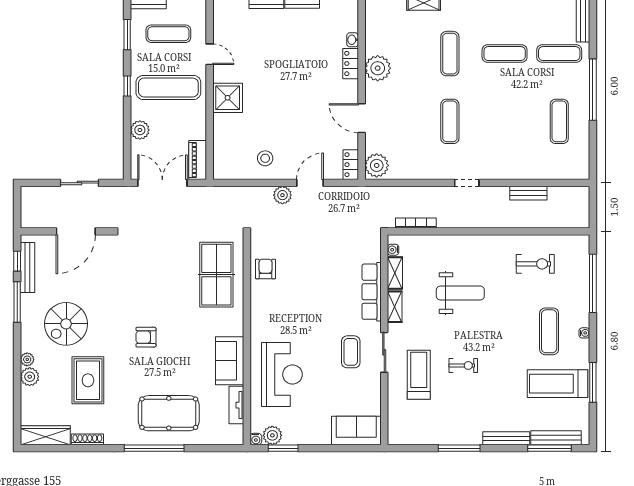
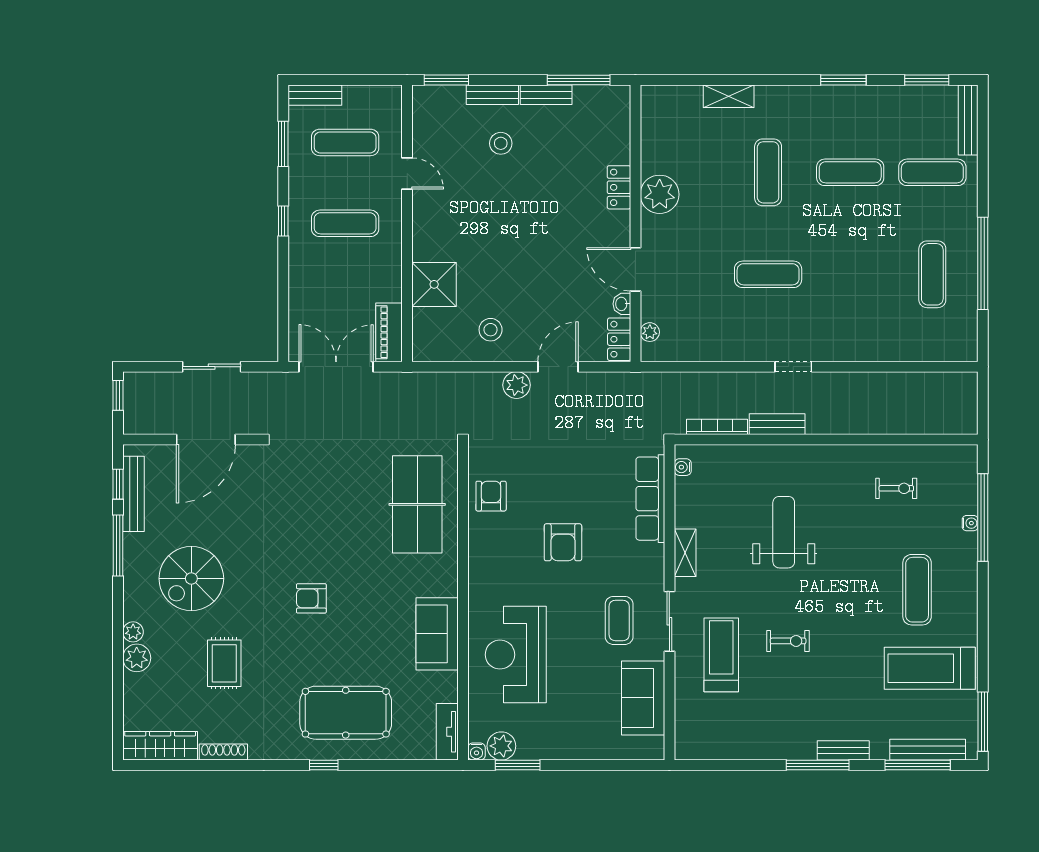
stool: (272, 34) -> (501, 143), added
washbasin: (353, 40) -> (622, 304), moved
exercise mat: (168, 87) -> (345, 223), width x0.73, depth x0.69
window: (593, 90) -> (983, 263), moved
shower: (228, 98) -> (434, 284), moved
exercise mat: (450, 121) -> (768, 274), turned 90
plant: (140, 130) -> (302, 287), removed
plant: (377, 165) -> (650, 332), width x0.53, depth x0.53
bench: (528, 193) -> (777, 424), moved
window: (17, 202) -> (118, 395), added
exercise bike: (535, 264) -> (896, 488), width x0.73, depth x0.72
shelving: (395, 273) -> (685, 502), removed
row of seats: (372, 292) -> (650, 499), moved
weight bench: (460, 293) -> (784, 532), turned -90
armchair: (313, 300) -> (563, 542), added
water cooler: (584, 333) -> (970, 523), moved
reception desk: (282, 374) -> (516, 655), turned 180
rug: (88, 380) -> (224, 663), width x0.73, depth x0.70
window: (593, 382) -> (983, 722), moved
tv unit: (236, 405) -> (447, 732), moved
sofa: (356, 431) -> (643, 698), moved, turned -90
bench: (506, 438) -> (843, 750), width x0.73
window: (154, 448) -> (324, 765), width x0.32
window: (459, 448) -> (818, 765), moved

